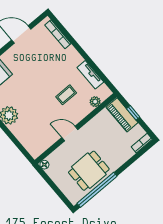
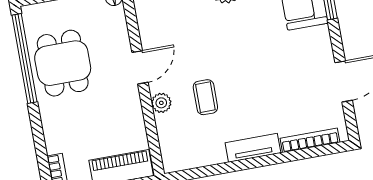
tv unit: (90, 75) -> (253, 148), moved
plant: (95, 102) -> (161, 103), moved

